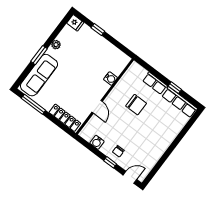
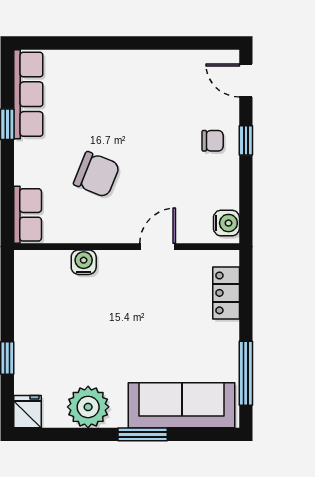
plant: (56, 45) -> (88, 407), width x1.88, depth x1.88
row of seats: (155, 83) -> (28, 215), moved
chair: (136, 105) -> (97, 174), turned 112
locker: (65, 118) -> (226, 293), width x0.66
water cooler: (97, 142) -> (226, 223), moved

